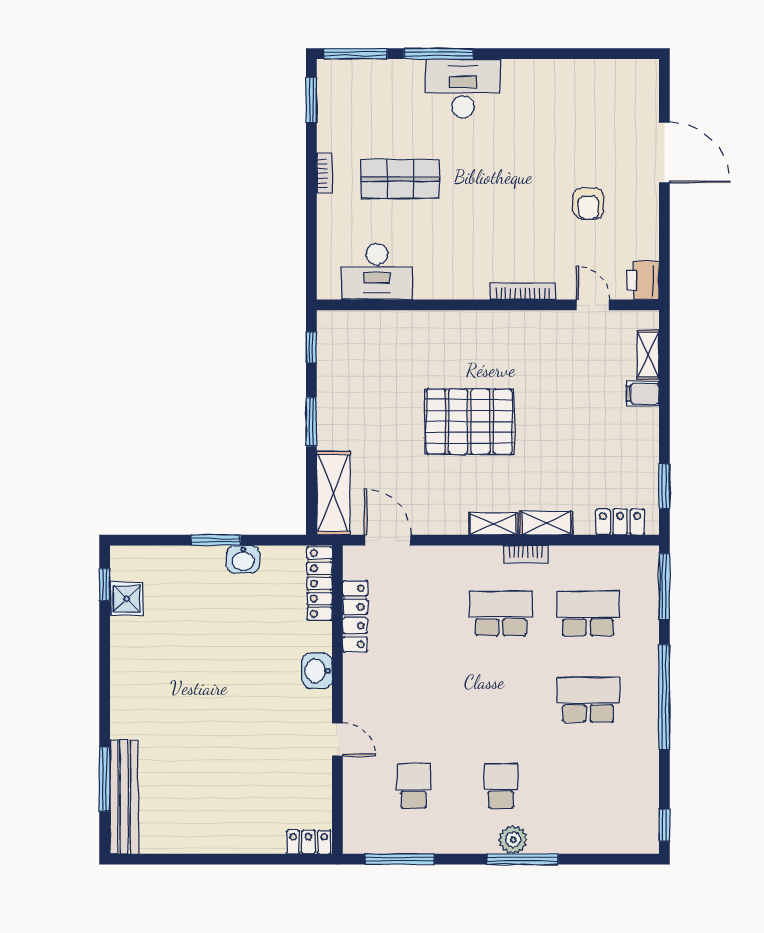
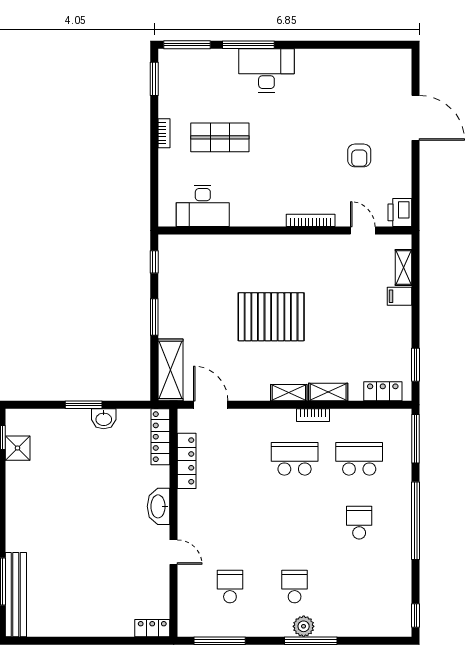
washbasin: (317, 671) -> (159, 506), width x1.38
school desk: (588, 700) -> (359, 523), width x0.54

